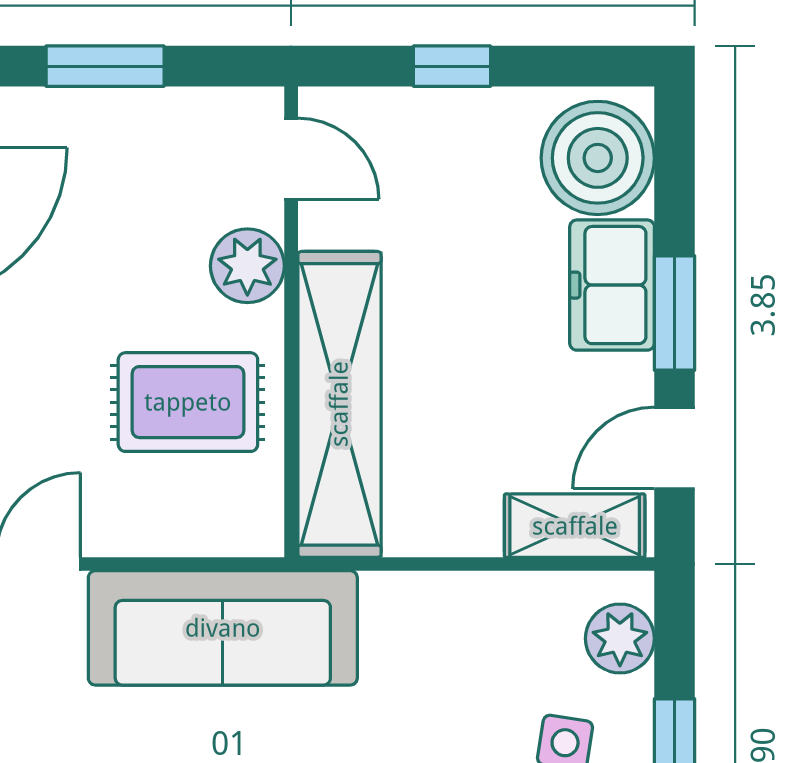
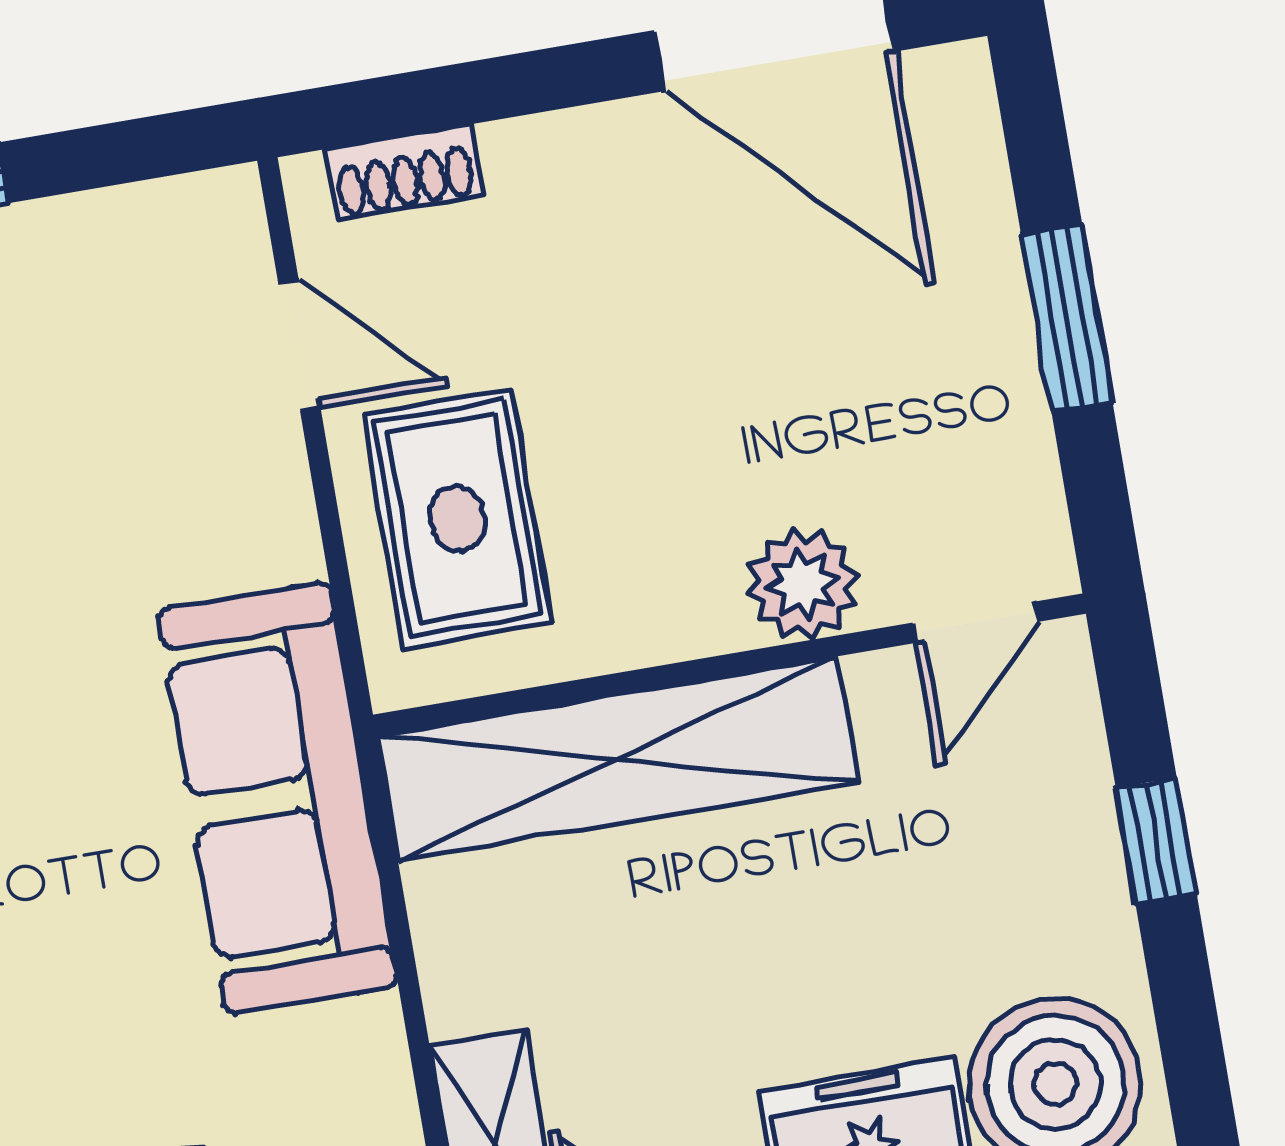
rug: (188, 402) -> (457, 519), moved
sofa: (223, 628) -> (278, 798), moved

